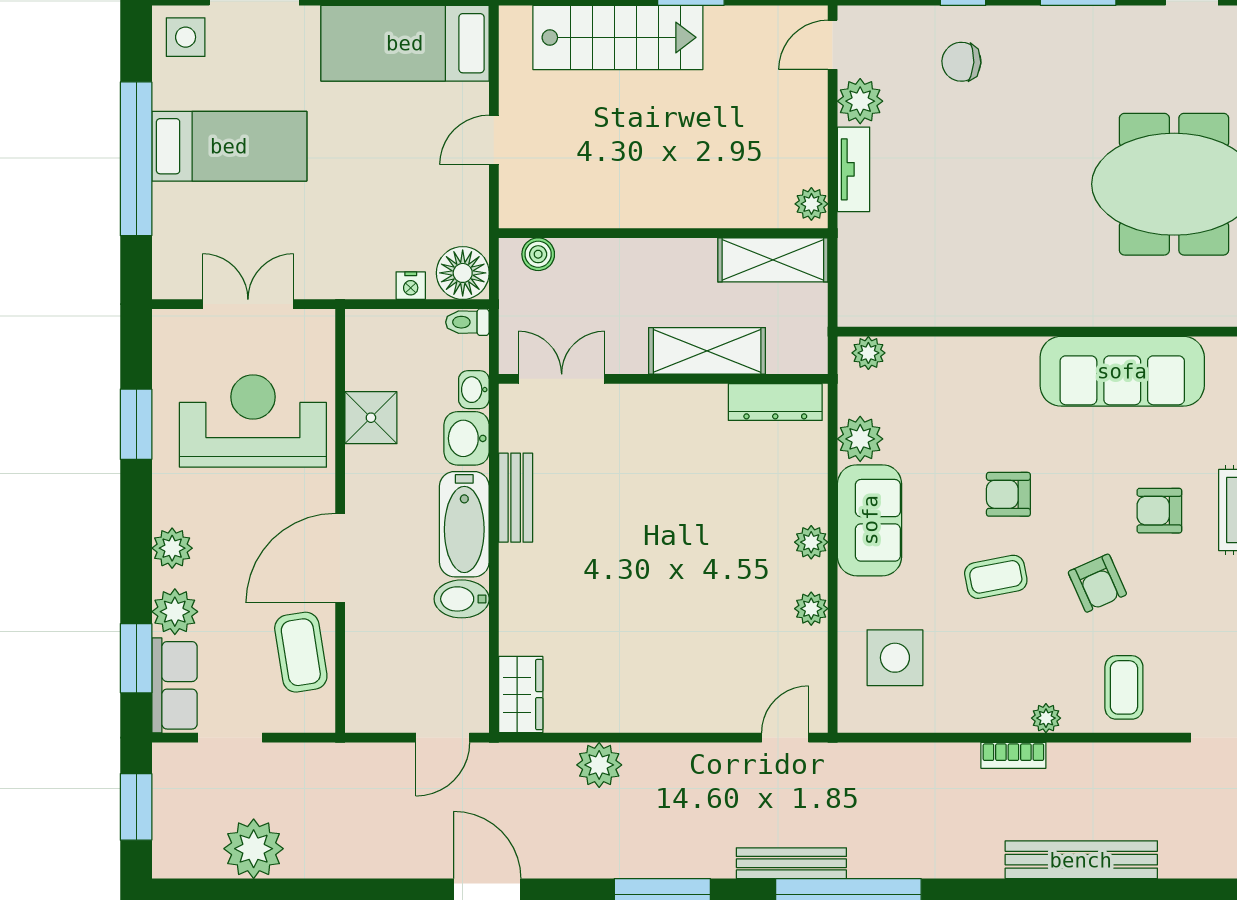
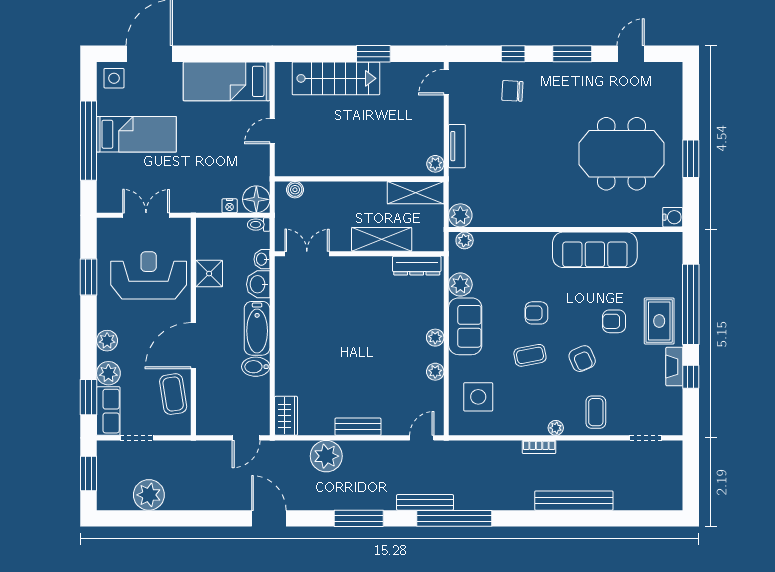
plant: (860, 101) -> (460, 215), moved
bench: (516, 498) -> (358, 427), moved, turned 90
plant: (599, 765) -> (326, 456), width x1.36, depth x1.36

